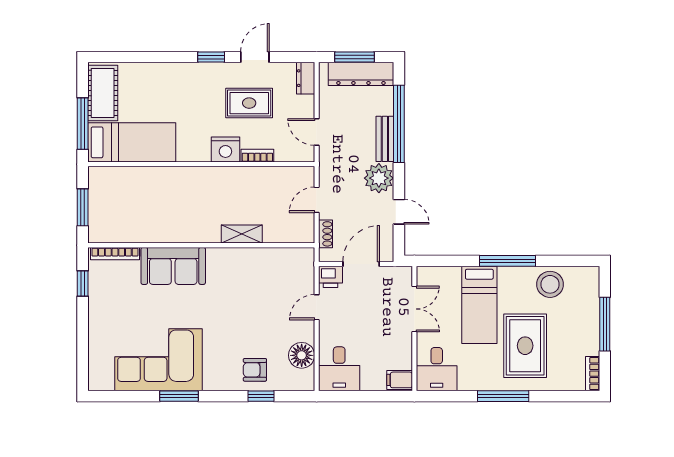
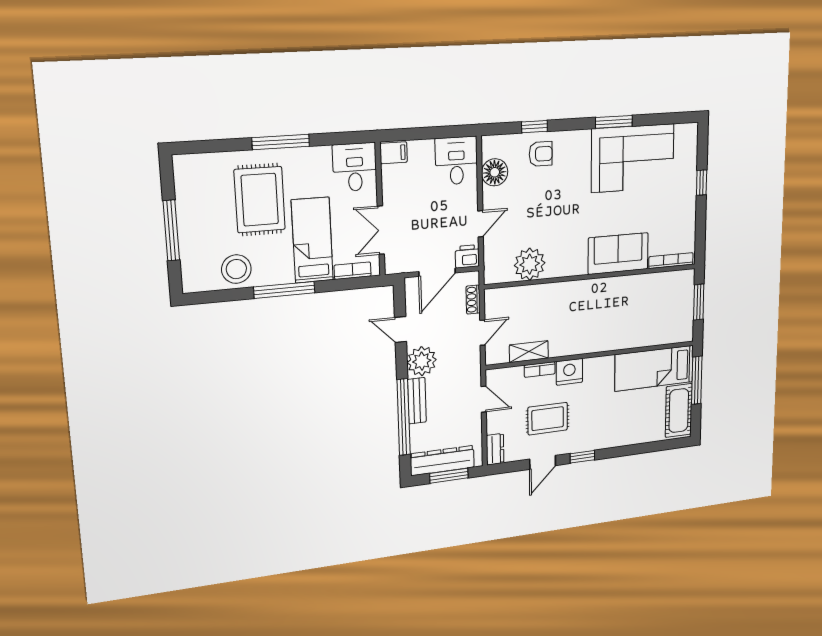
shelving: (242, 234) -> (529, 352), moved
plant: (267, 264) -> (530, 264), added
window: (83, 284) -> (702, 183), moved
bookcase: (593, 374) -> (353, 271), moved, turned -90

